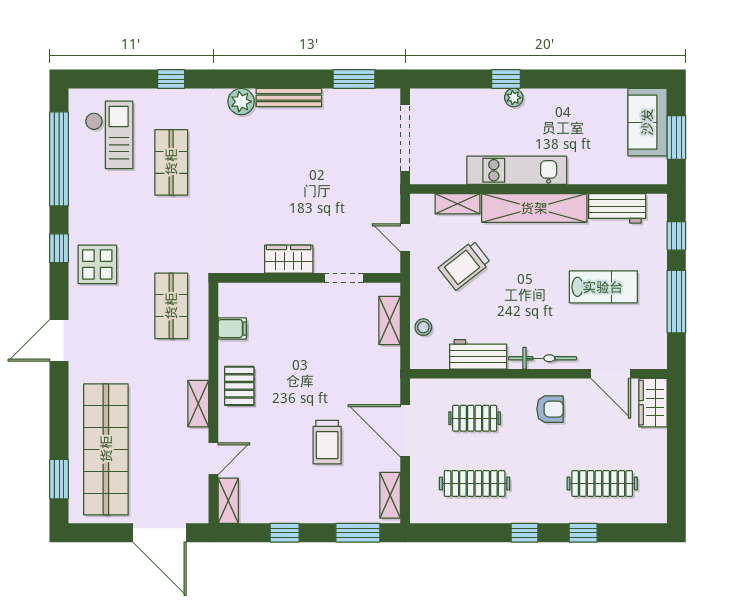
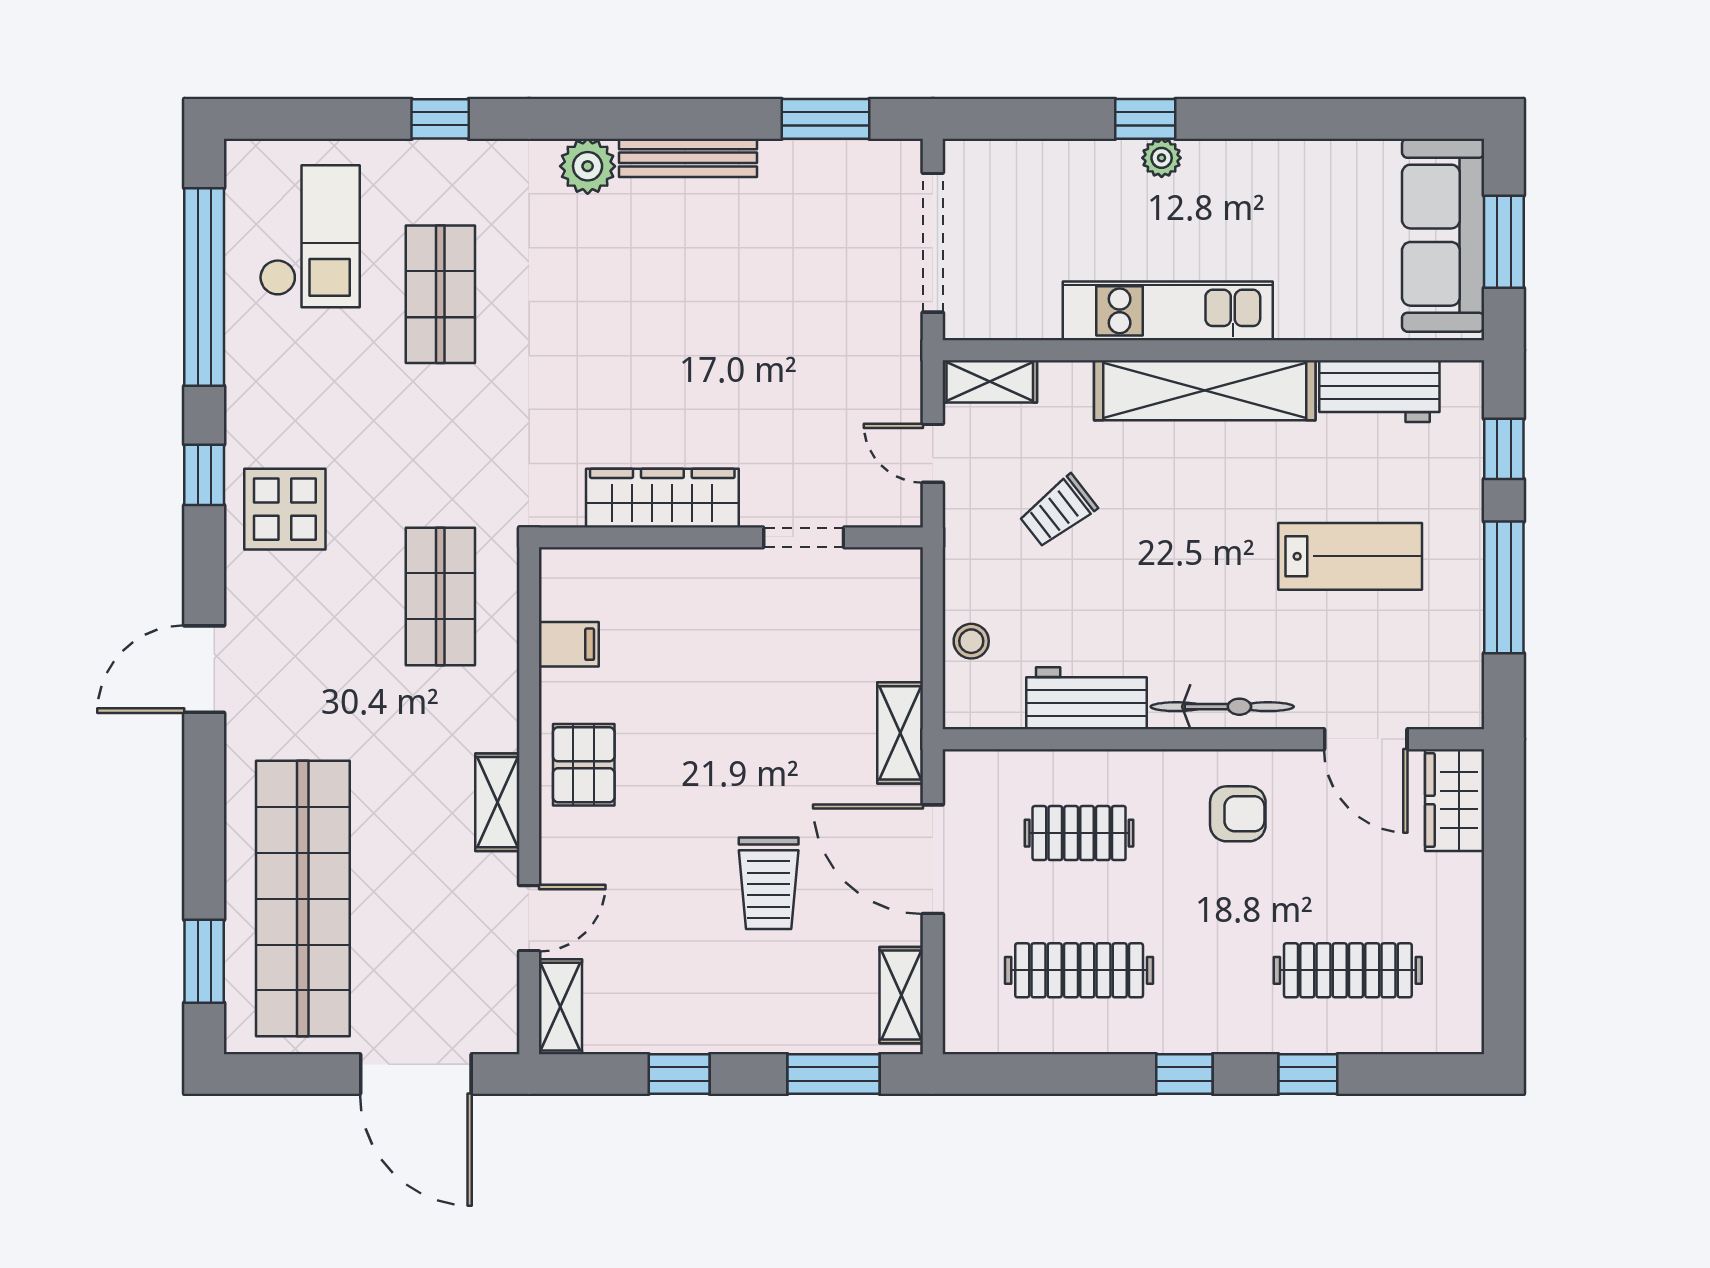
sofa: (647, 122) -> (1443, 235), width x1.36
shelving: (457, 204) -> (990, 381), moved
wardrobe: (289, 259) -> (662, 498), width x1.50
trolley: (465, 265) -> (1058, 511), width x0.73, depth x0.72
shelving: (390, 320) -> (900, 733), moved

